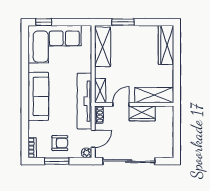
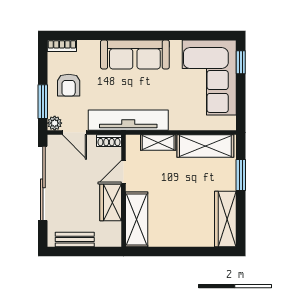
wardrobe: (166, 45) -> (225, 219), moved, turned -90
shelving: (100, 91) -> (158, 143), moved
door: (121, 104) -> (124, 172), swing flipped
bench: (168, 139) -> (75, 240), added
window: (57, 161) -> (43, 102), moved

